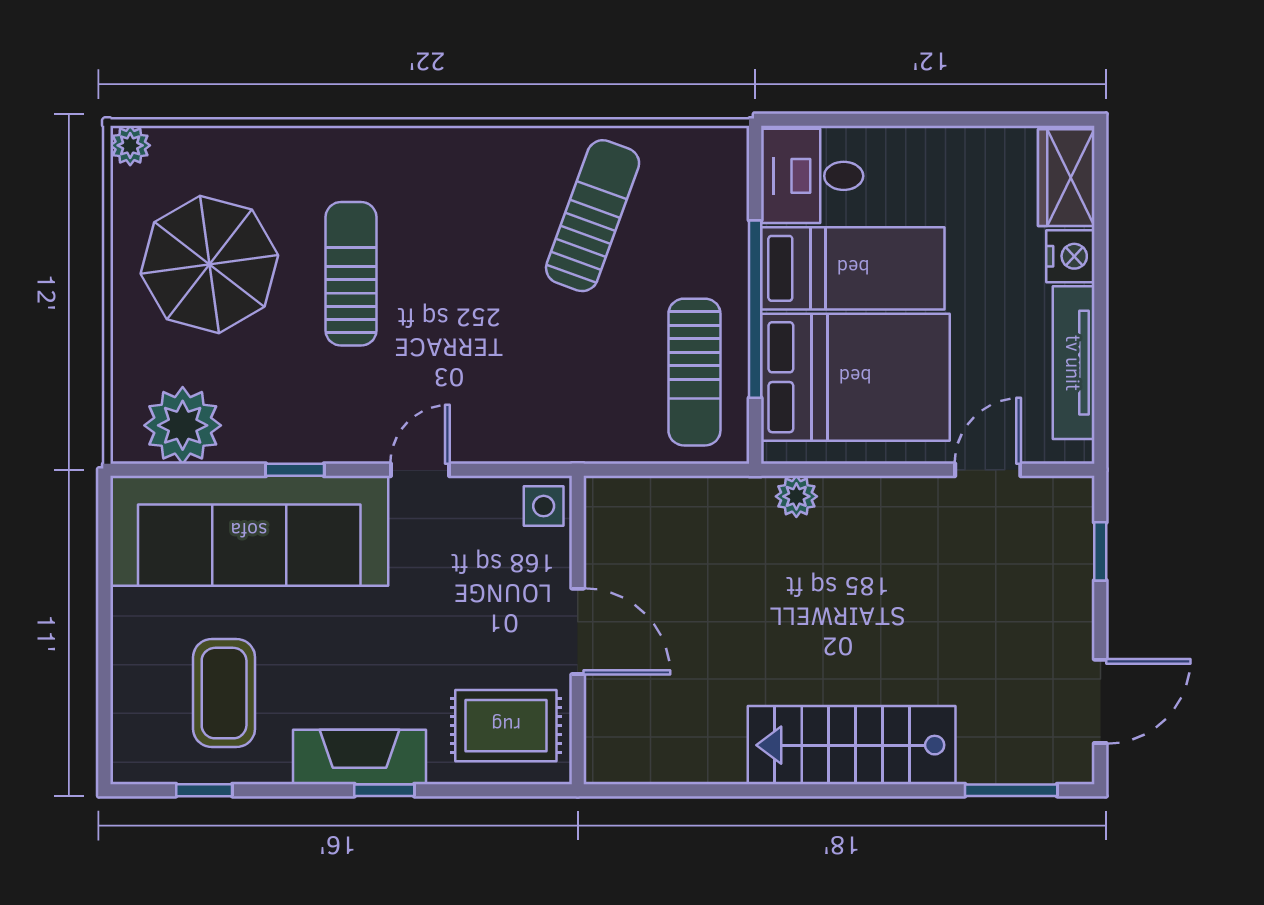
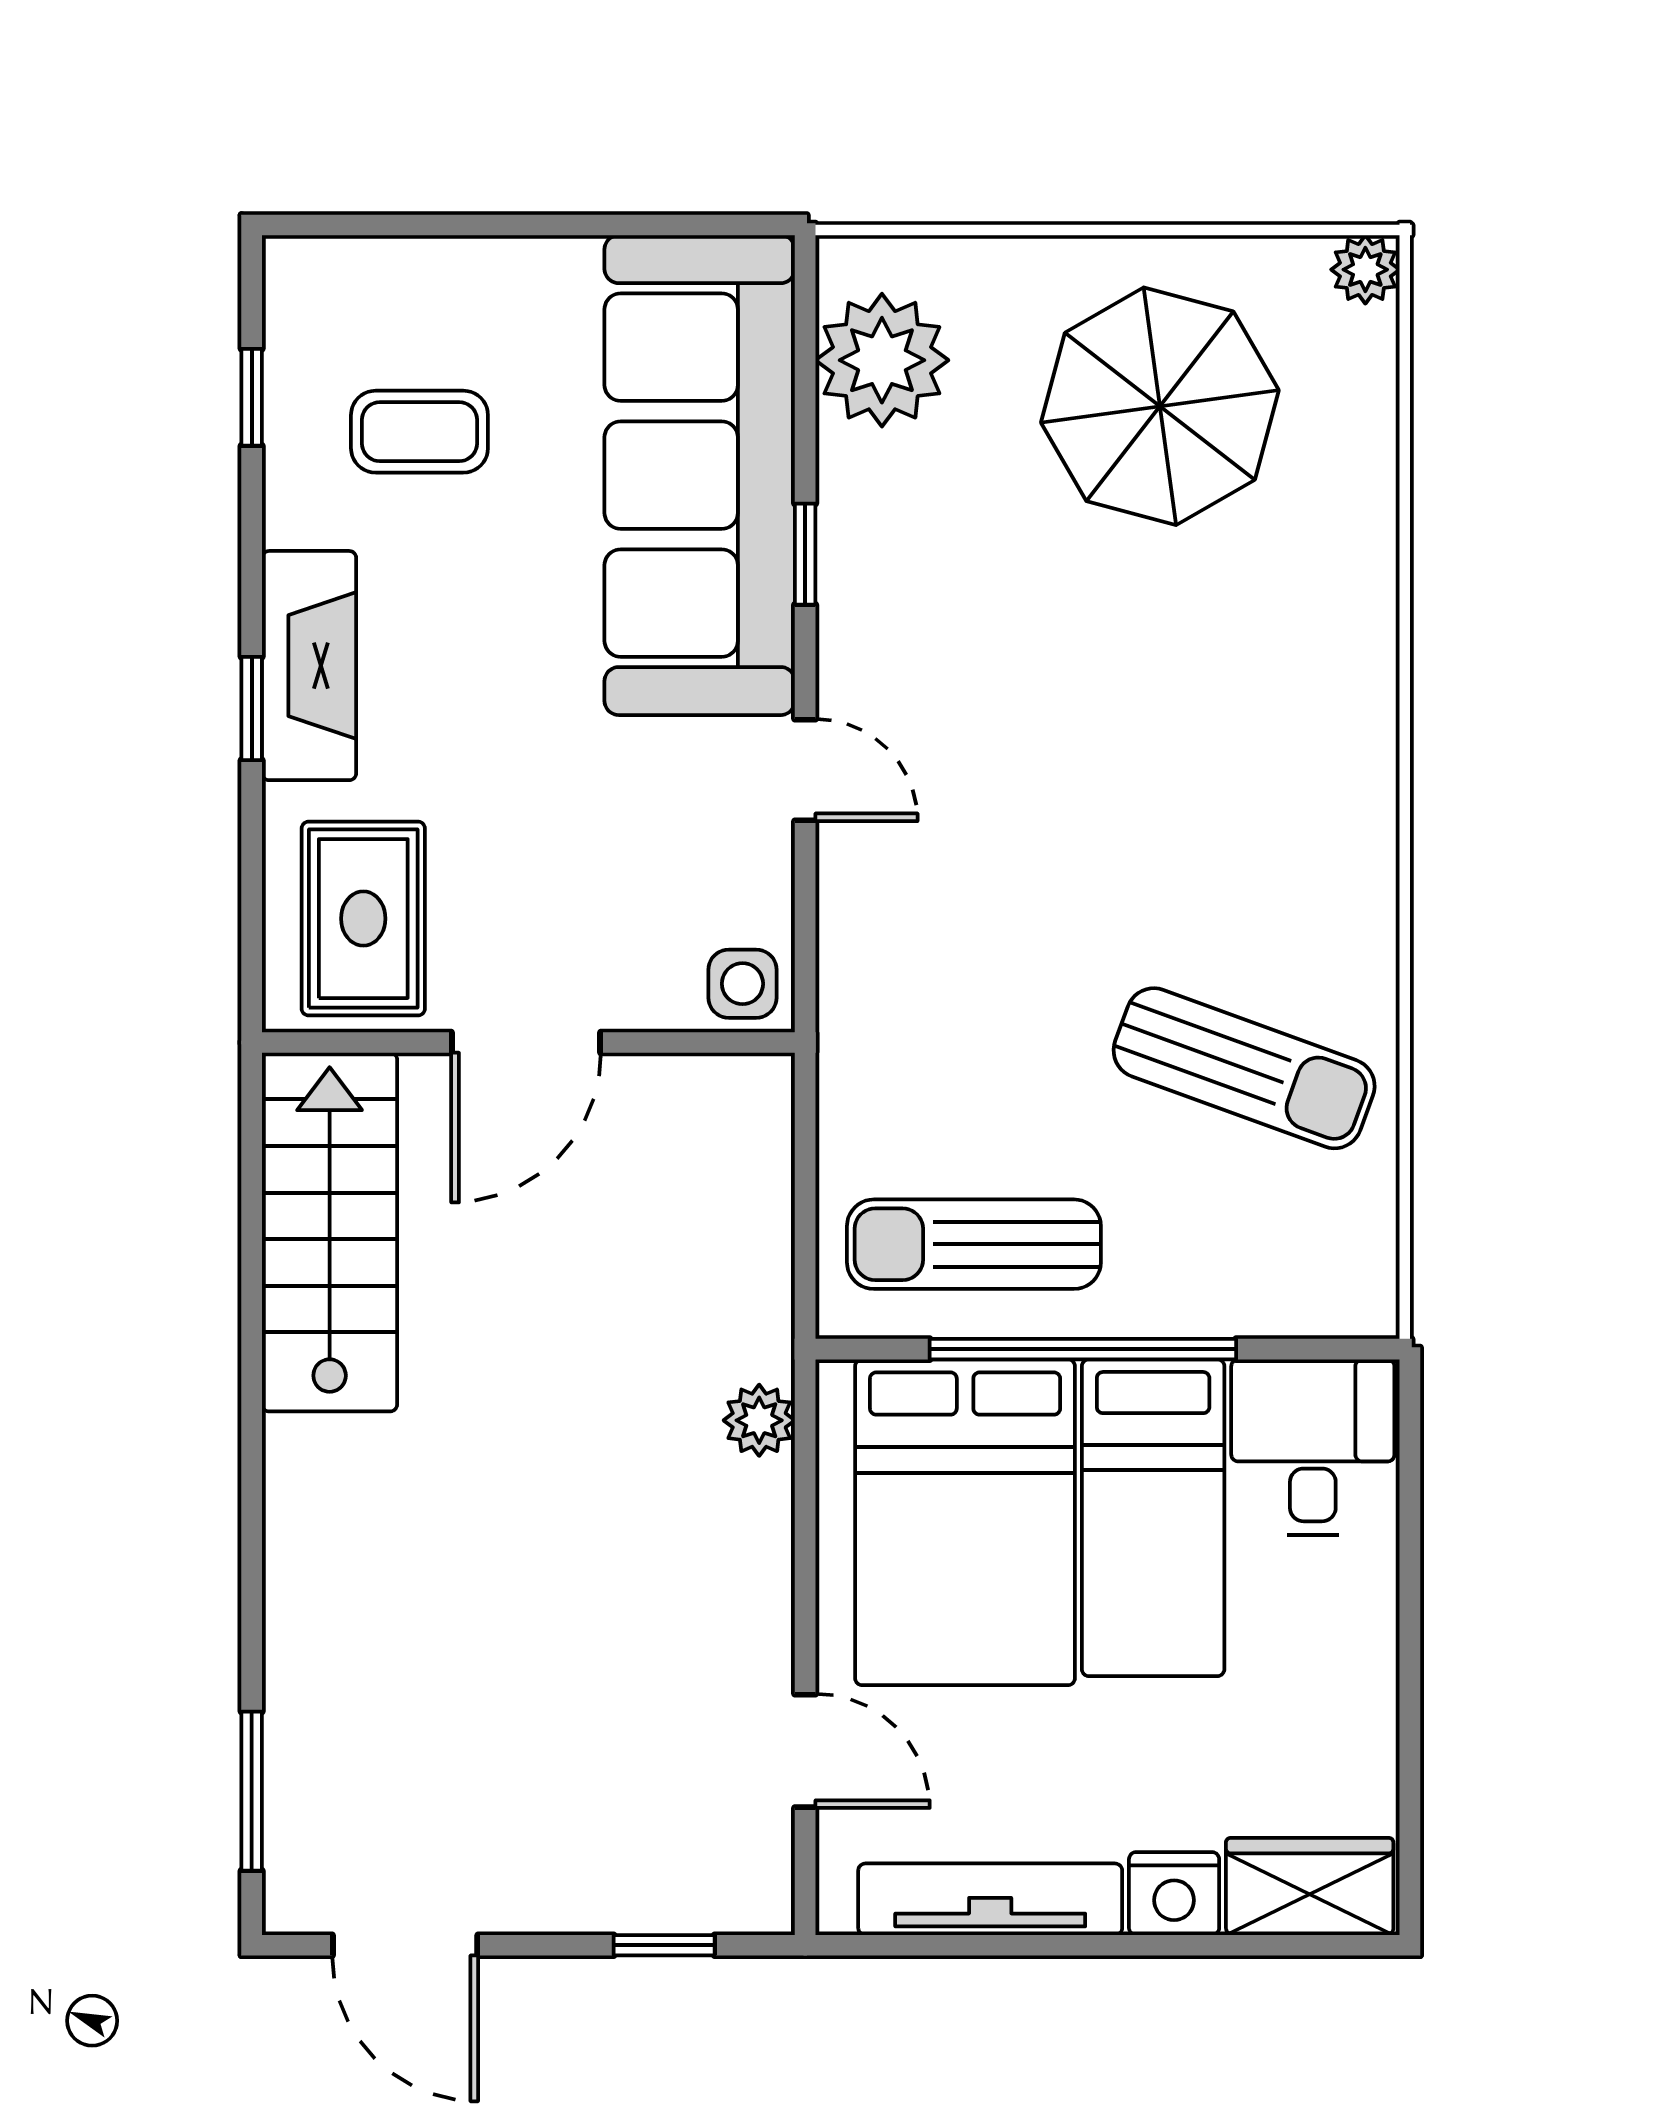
sun lounger: (351, 274) -> (1144, 651), removed
coffee table: (224, 693) -> (419, 432), width x0.73, depth x0.77
stairs: (852, 745) -> (330, 1232), moved

